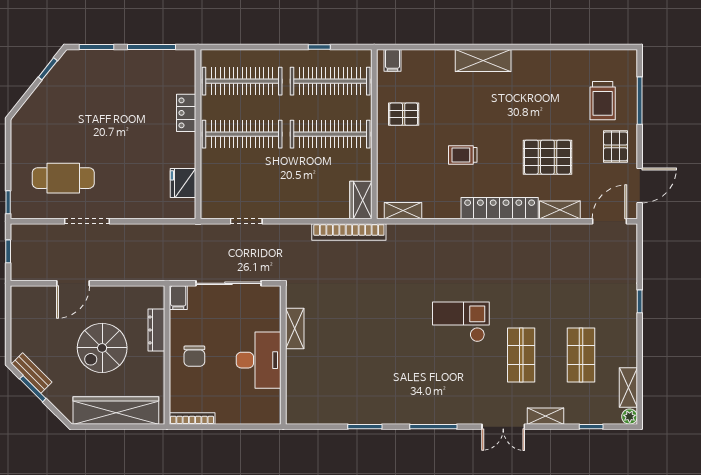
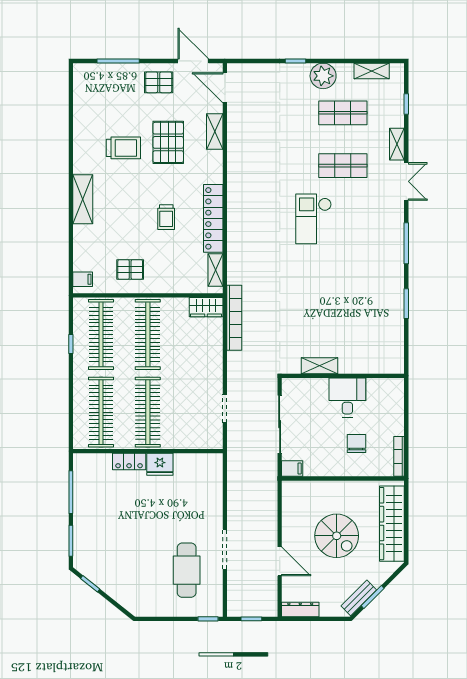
trolley: (603, 101) -> (123, 148), moved
pallet: (404, 114) -> (130, 269), turned 90
fridge: (183, 183) -> (160, 464), moved
locker: (500, 208) -> (213, 218), moved
dresser: (156, 330) -> (300, 609), moved, turned 180
chair: (194, 356) -> (356, 444), moved, turned -90
desk: (259, 360) -> (347, 398), width x0.73
plant: (630, 417) -> (323, 76), moved, width x1.87, depth x1.87

